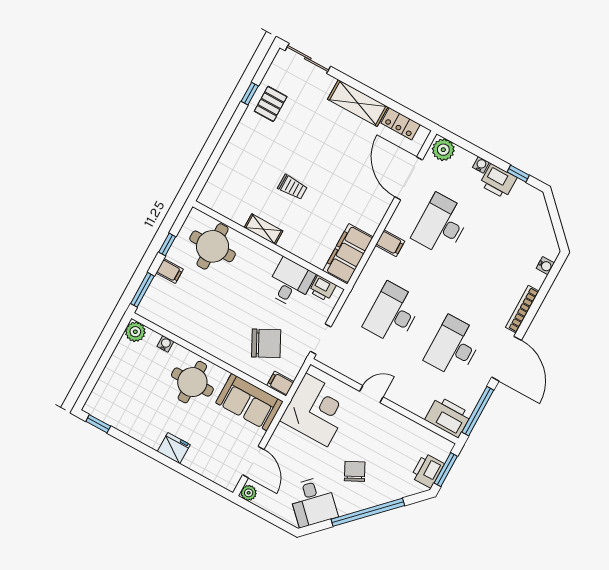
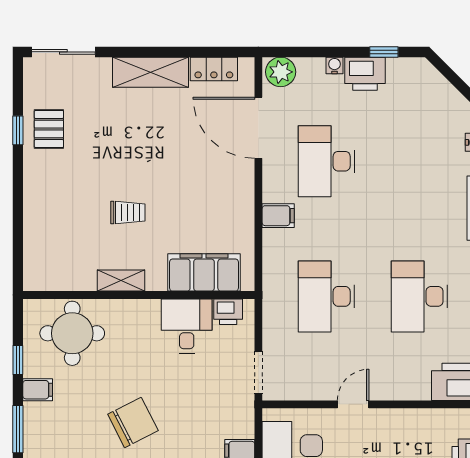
filing cabinet: (348, 254) -> (204, 272), moved, turned 90
chair: (266, 343) -> (133, 422), moved

